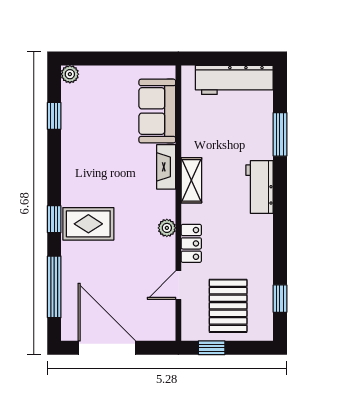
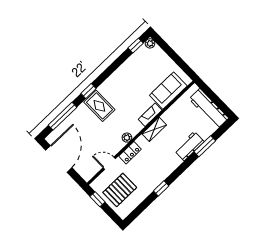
window: (54, 116) -> (136, 46), moved
workbench: (260, 187) -> (189, 146), moved
window: (280, 299) -> (161, 188), moved

